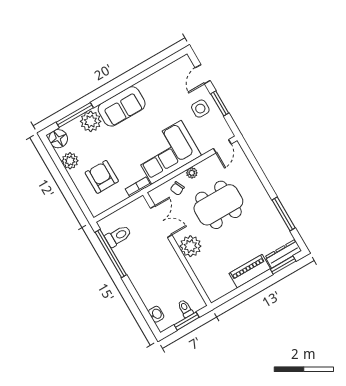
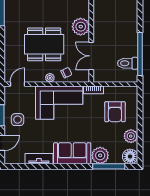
tv unit: (154, 80) -> (39, 159), added

